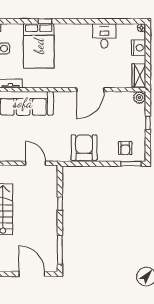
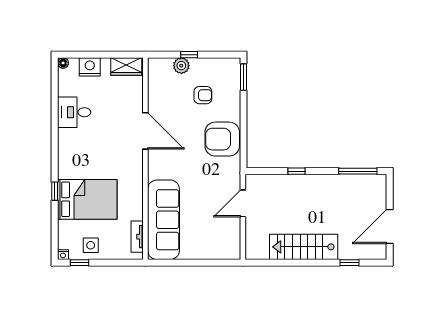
plant: (139, 98) -> (181, 66), moved
armchair: (125, 148) -> (203, 95), moved
door: (32, 274) -> (390, 227), moved

